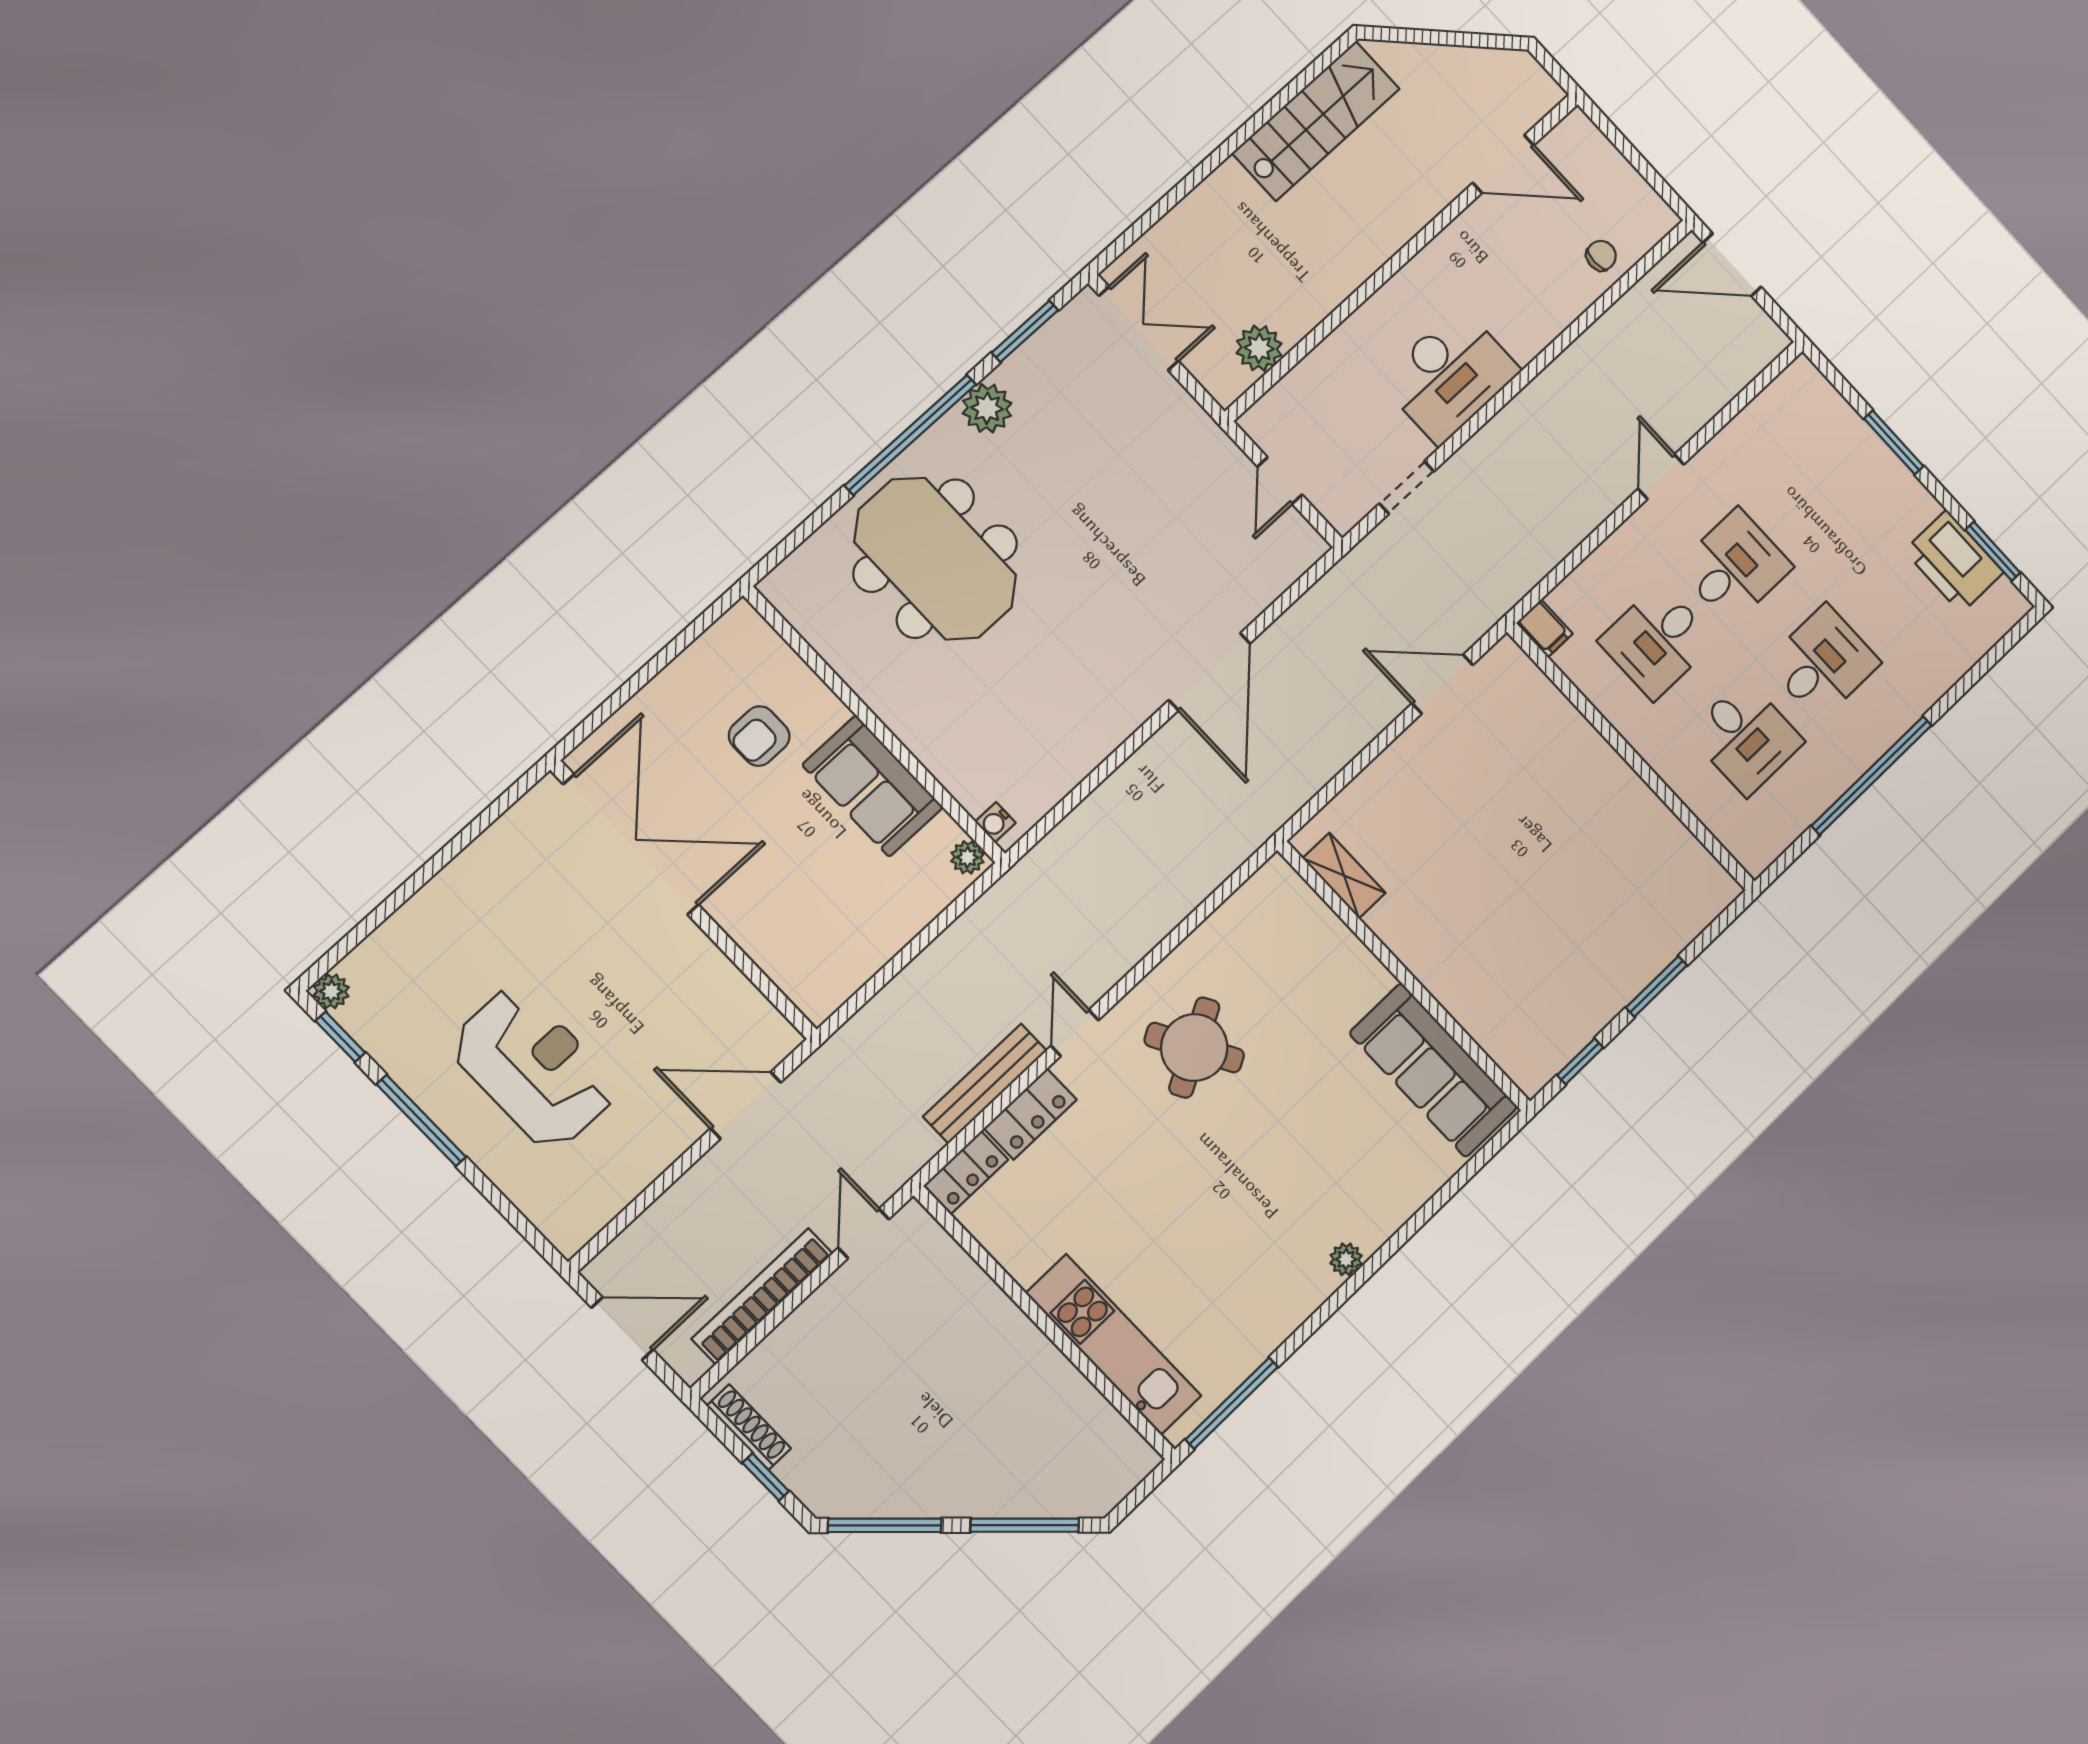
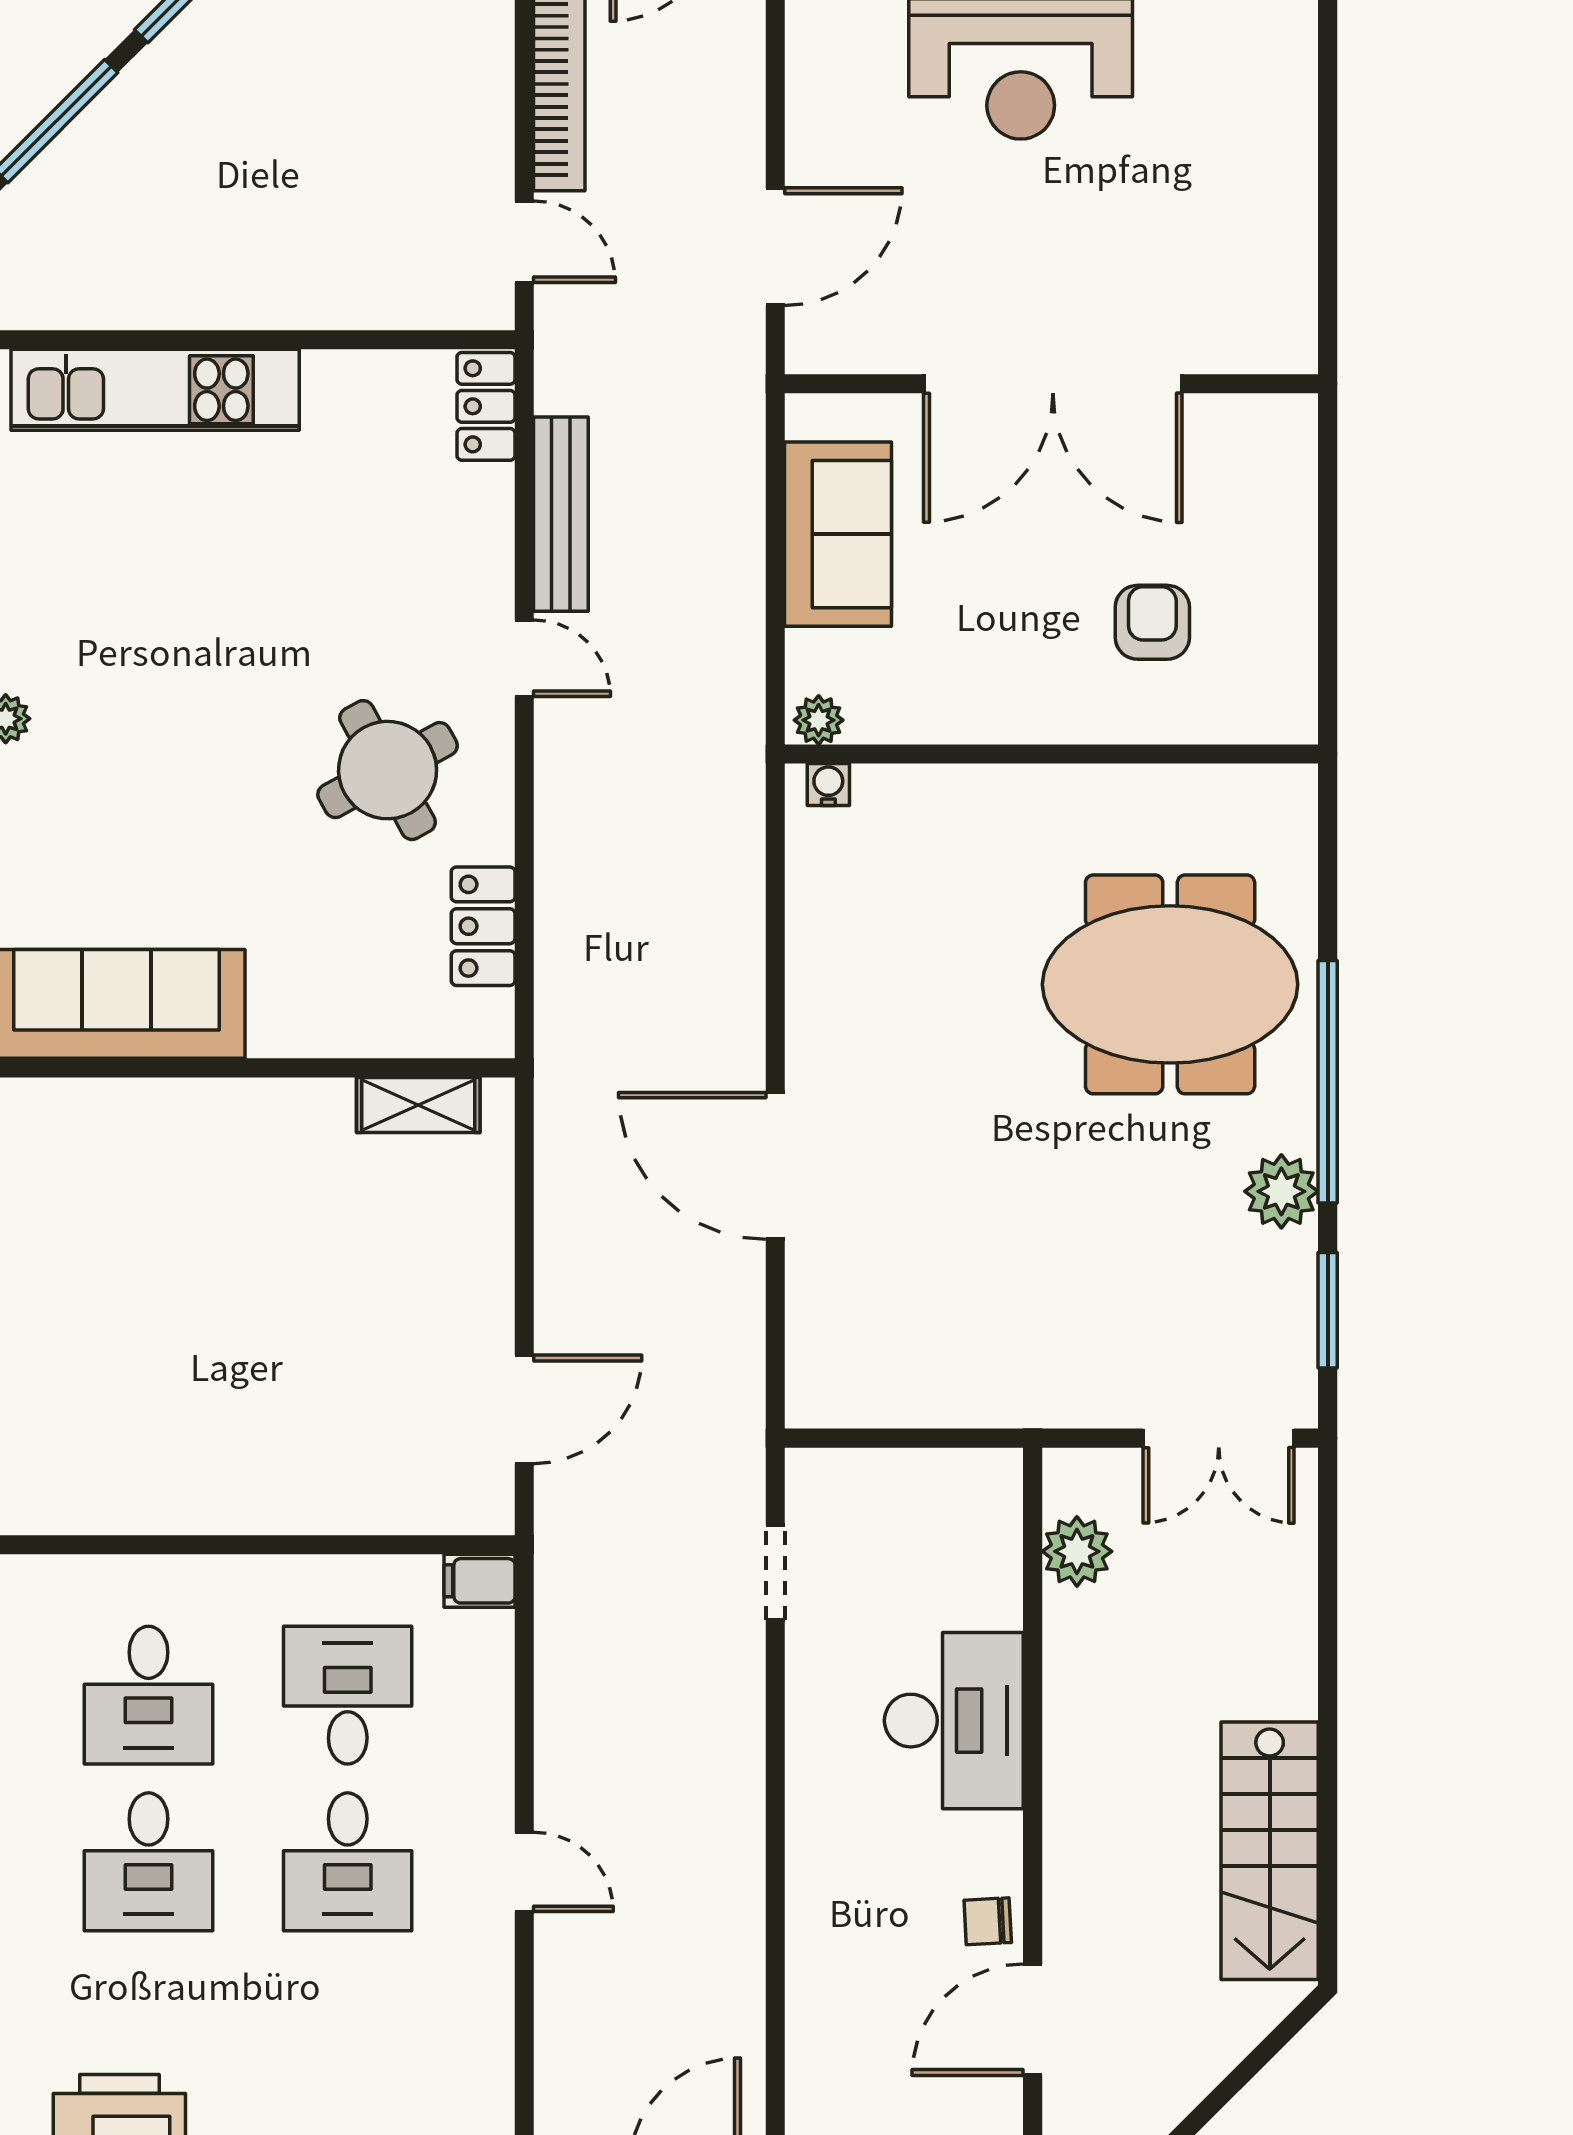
chair: (1601, 256) -> (988, 1921), moved, turned 87
desk: (1450, 375) -> (954, 1721), moved, turned 180
door: (1280, 481) -> (912, 1438), removed
desk: (1746, 737) -> (149, 1695), turned -90
sofa: (873, 786) -> (838, 534), moved, turned 90
double door: (631, 844) -> (1053, 384), moved
locker: (1030, 1114) -> (483, 926), moved

